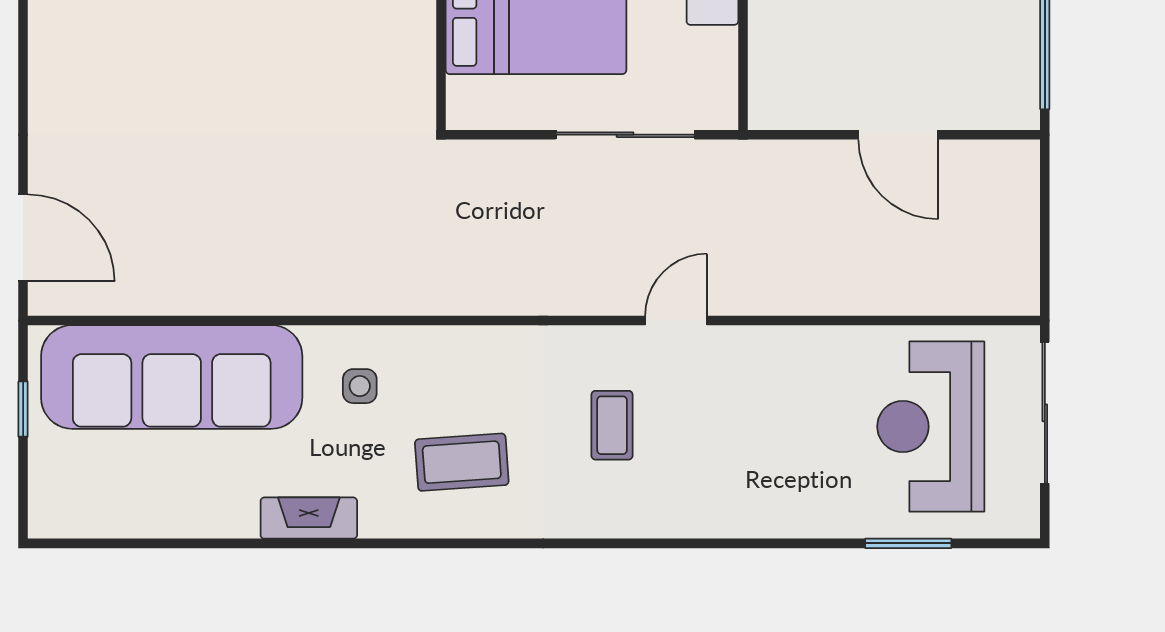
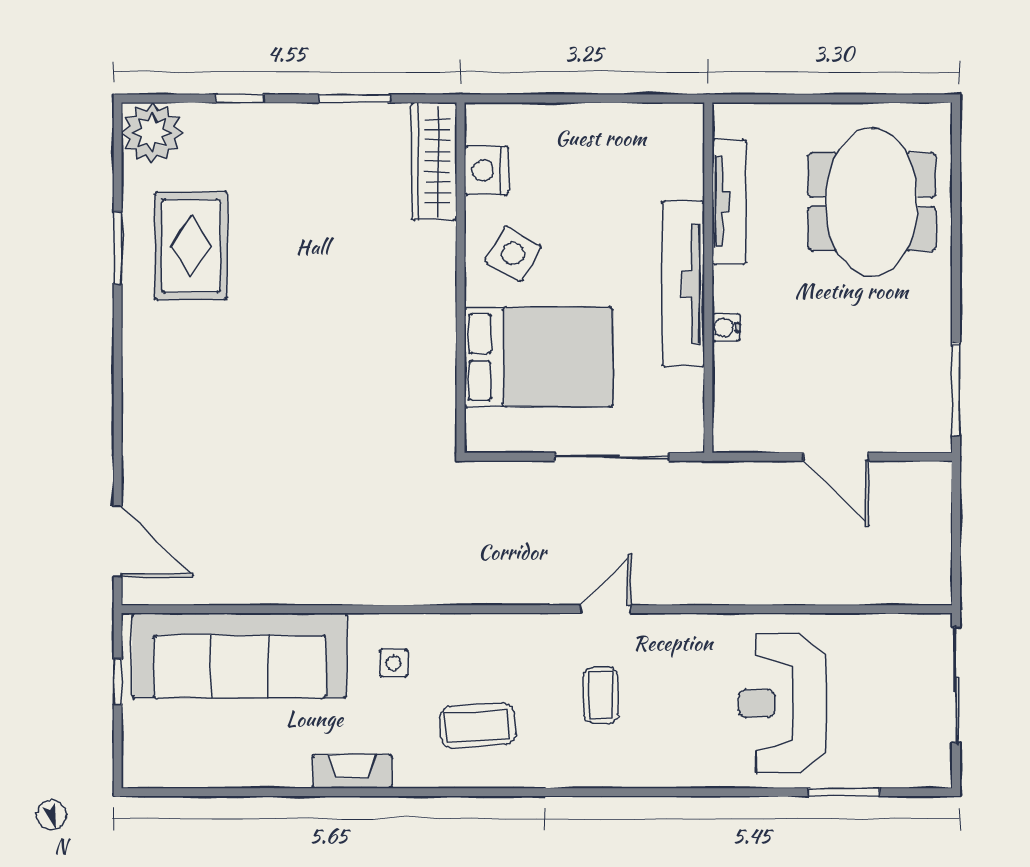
door: (676, 320) -> (606, 609), moved
reception desk: (931, 427) -> (782, 703), moved

